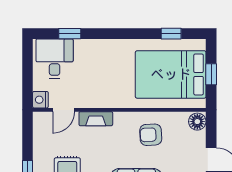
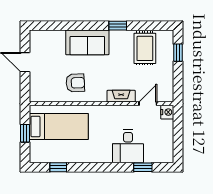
desk: (55, 59) -> (128, 146), moved
bed: (171, 74) -> (59, 126), width x0.67
floor lamp: (197, 122) -> (36, 94), removed

